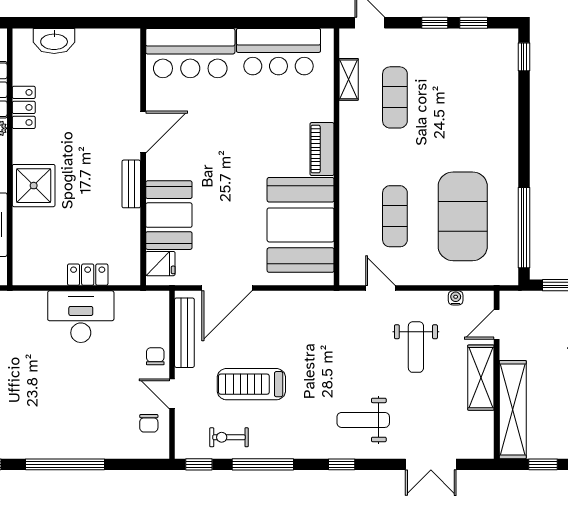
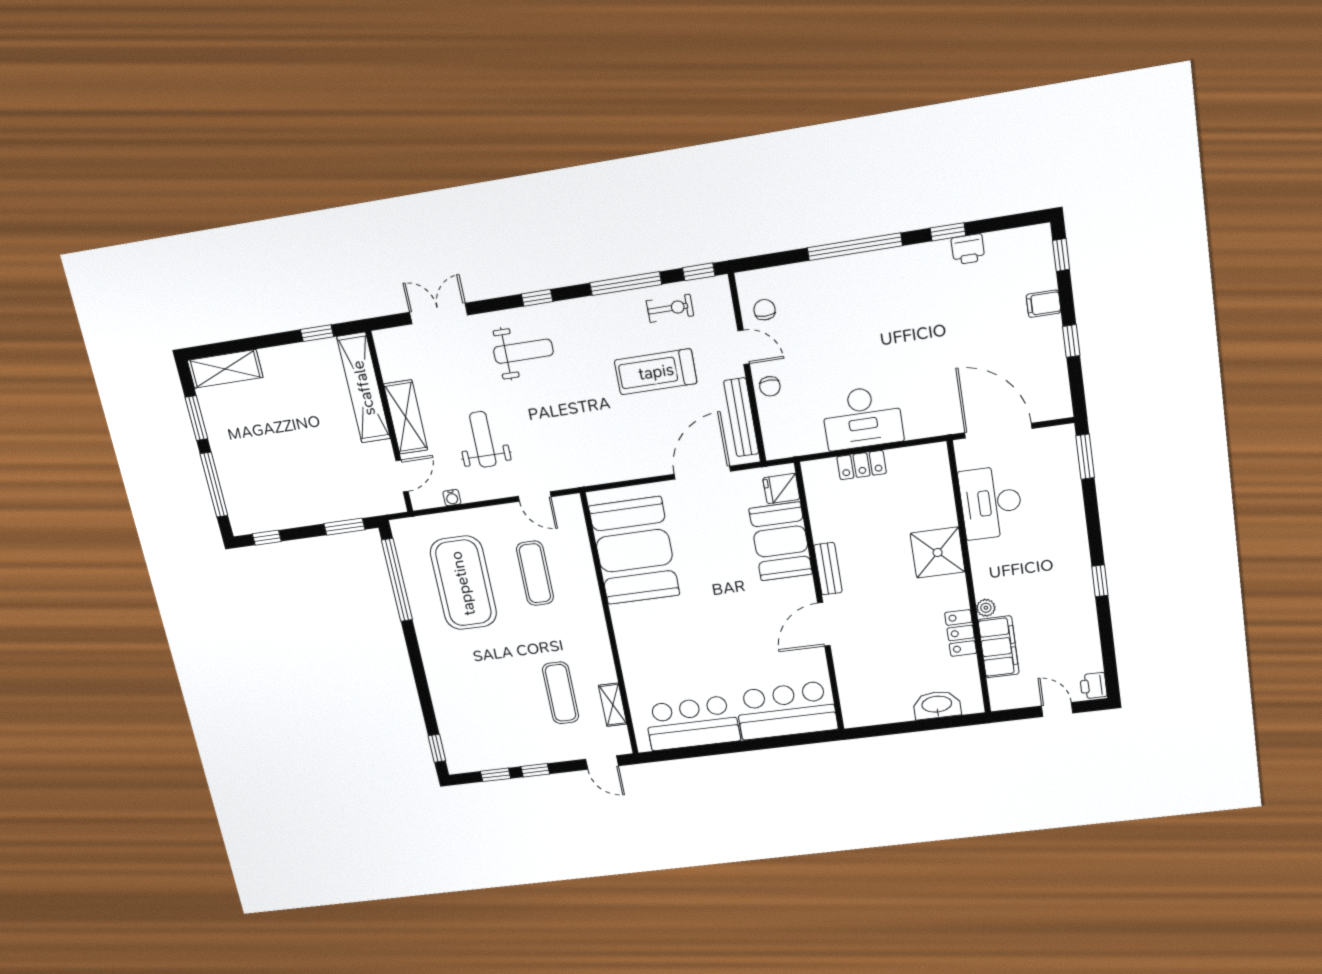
piano: (322, 149) -> (627, 632), removed
treadmill: (251, 384) -> (656, 372), turned 180

